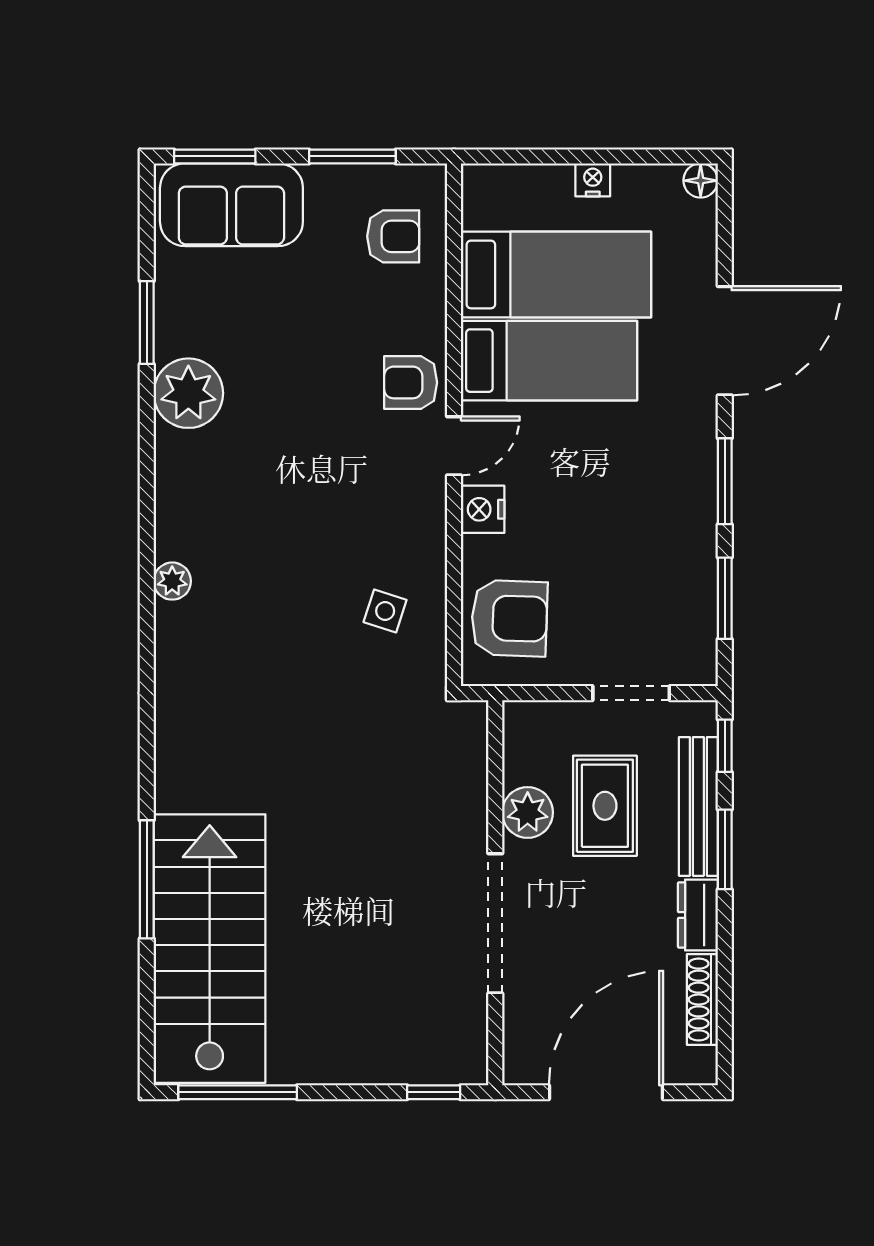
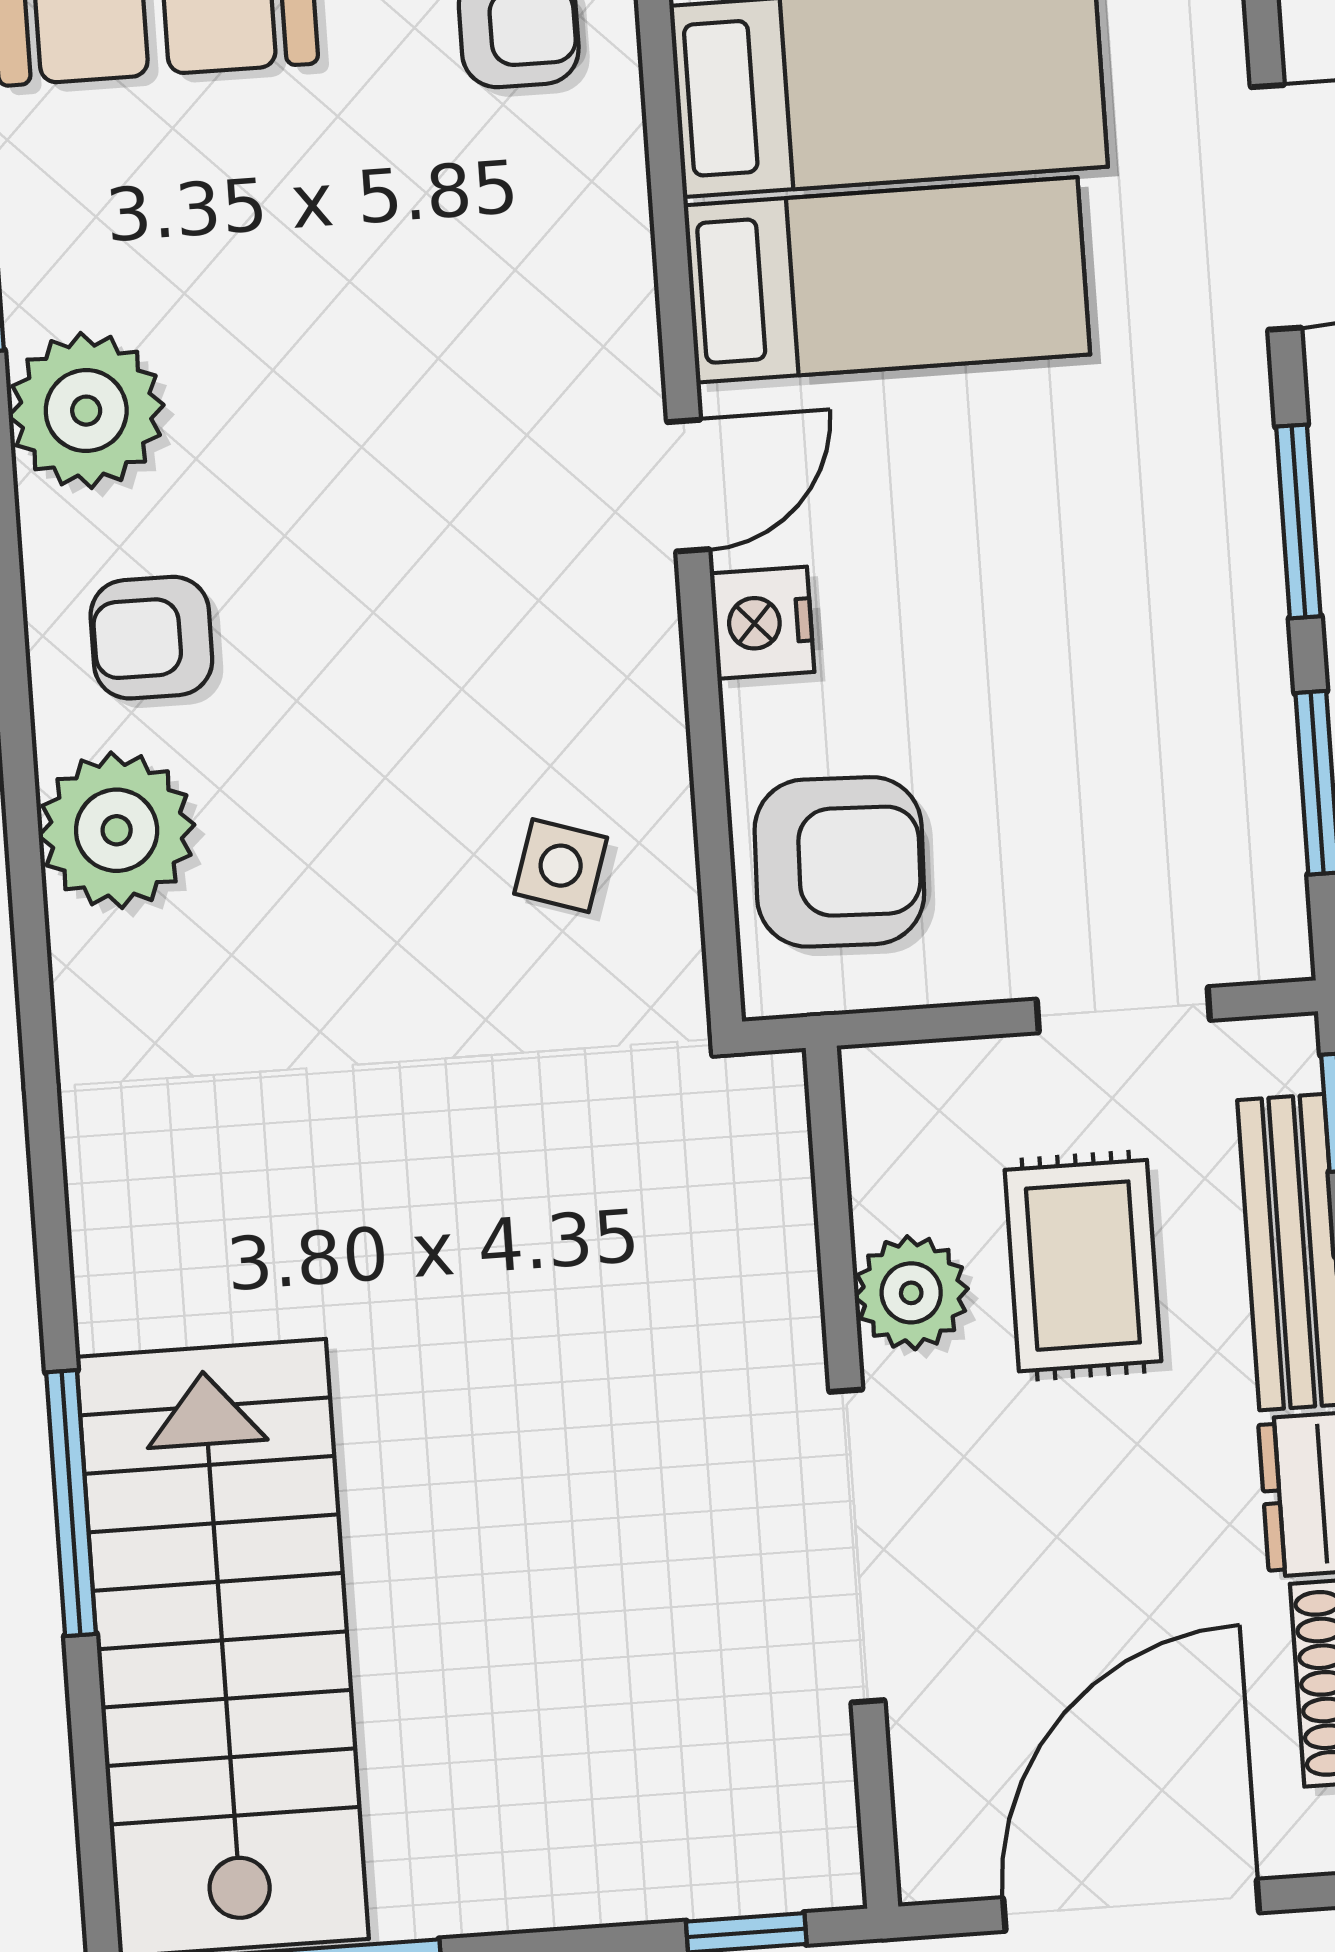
armchair: (411, 382) -> (151, 638), moved
plant: (172, 581) -> (117, 830), width x1.88, depth x1.88

